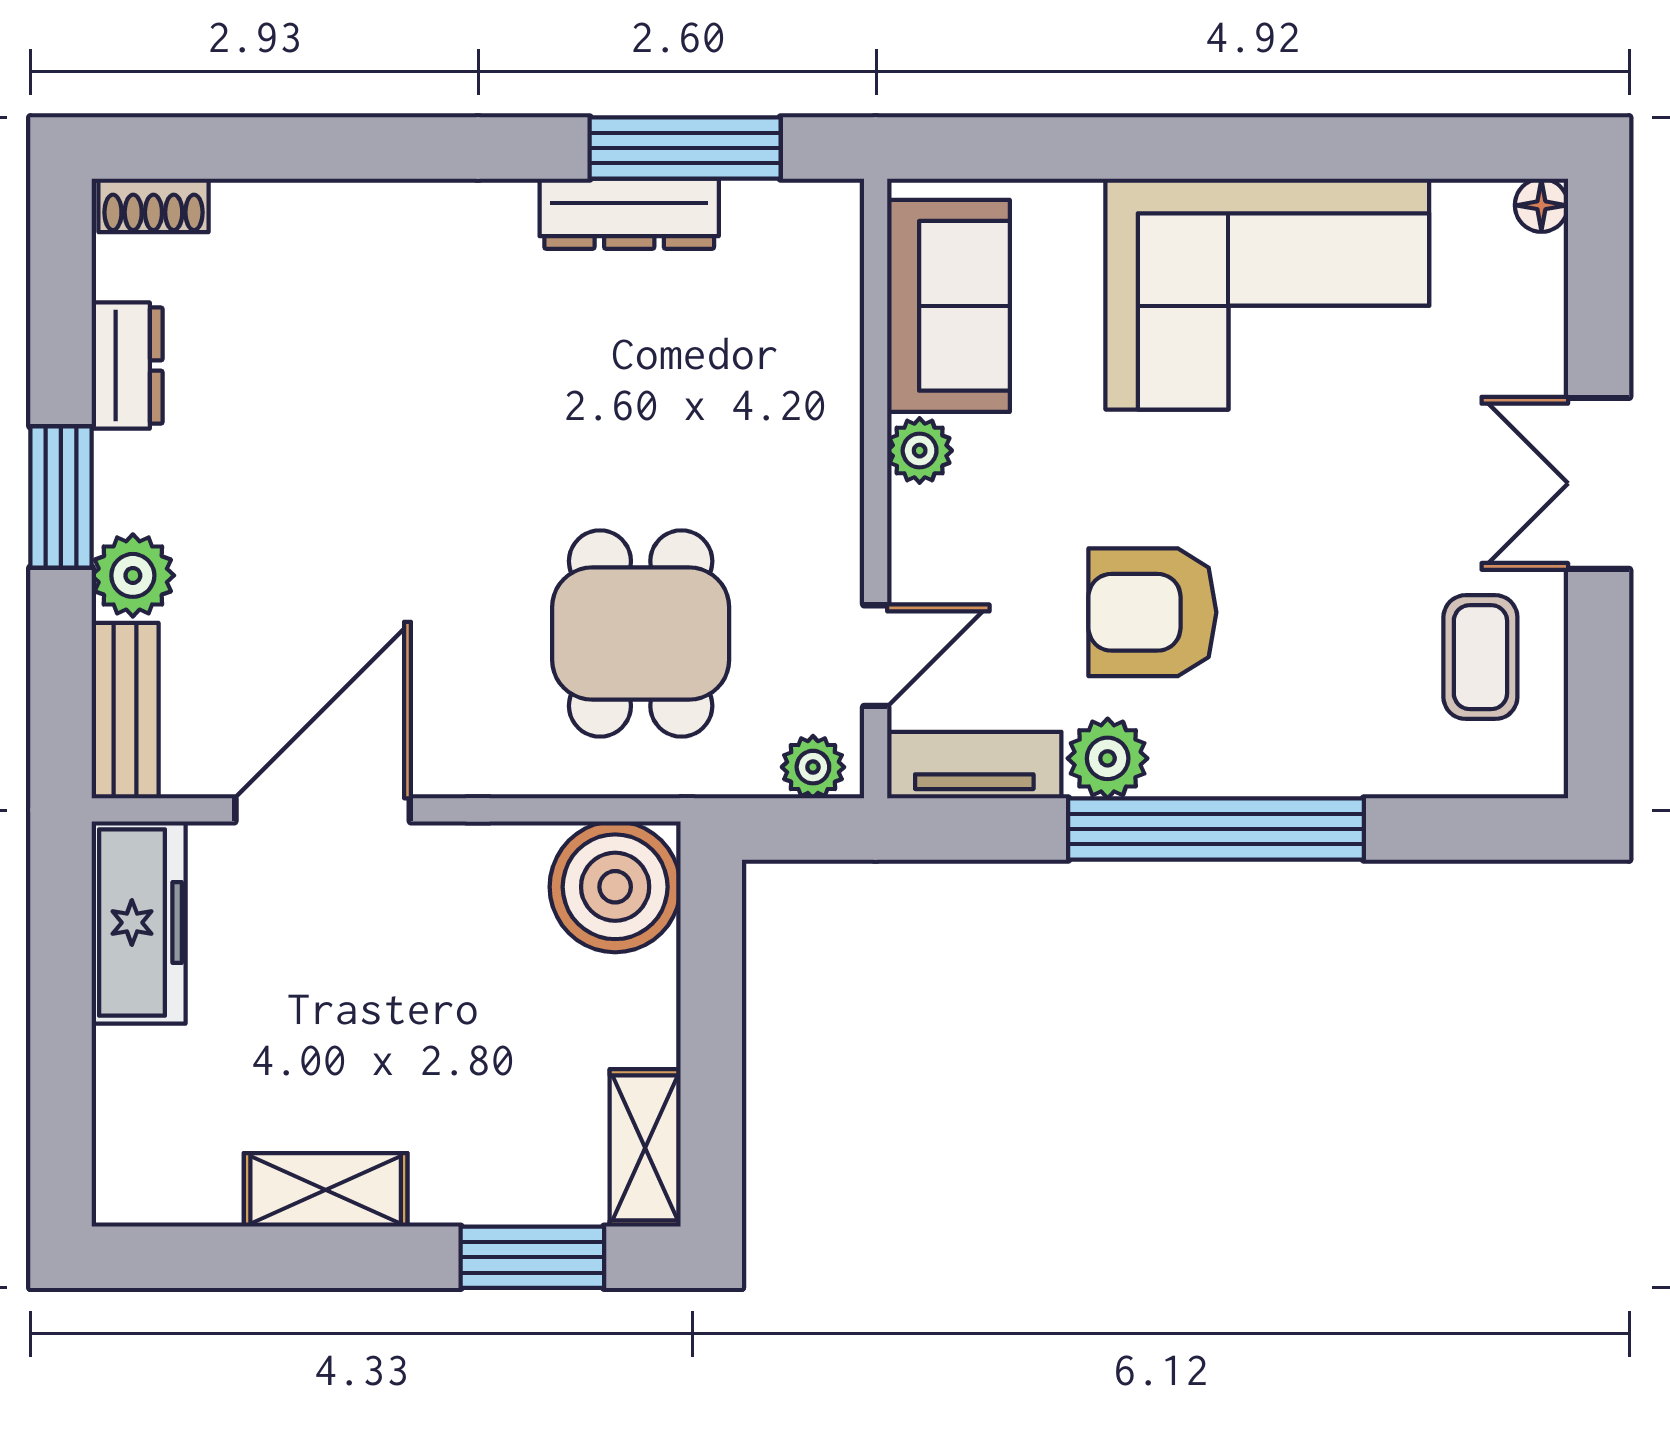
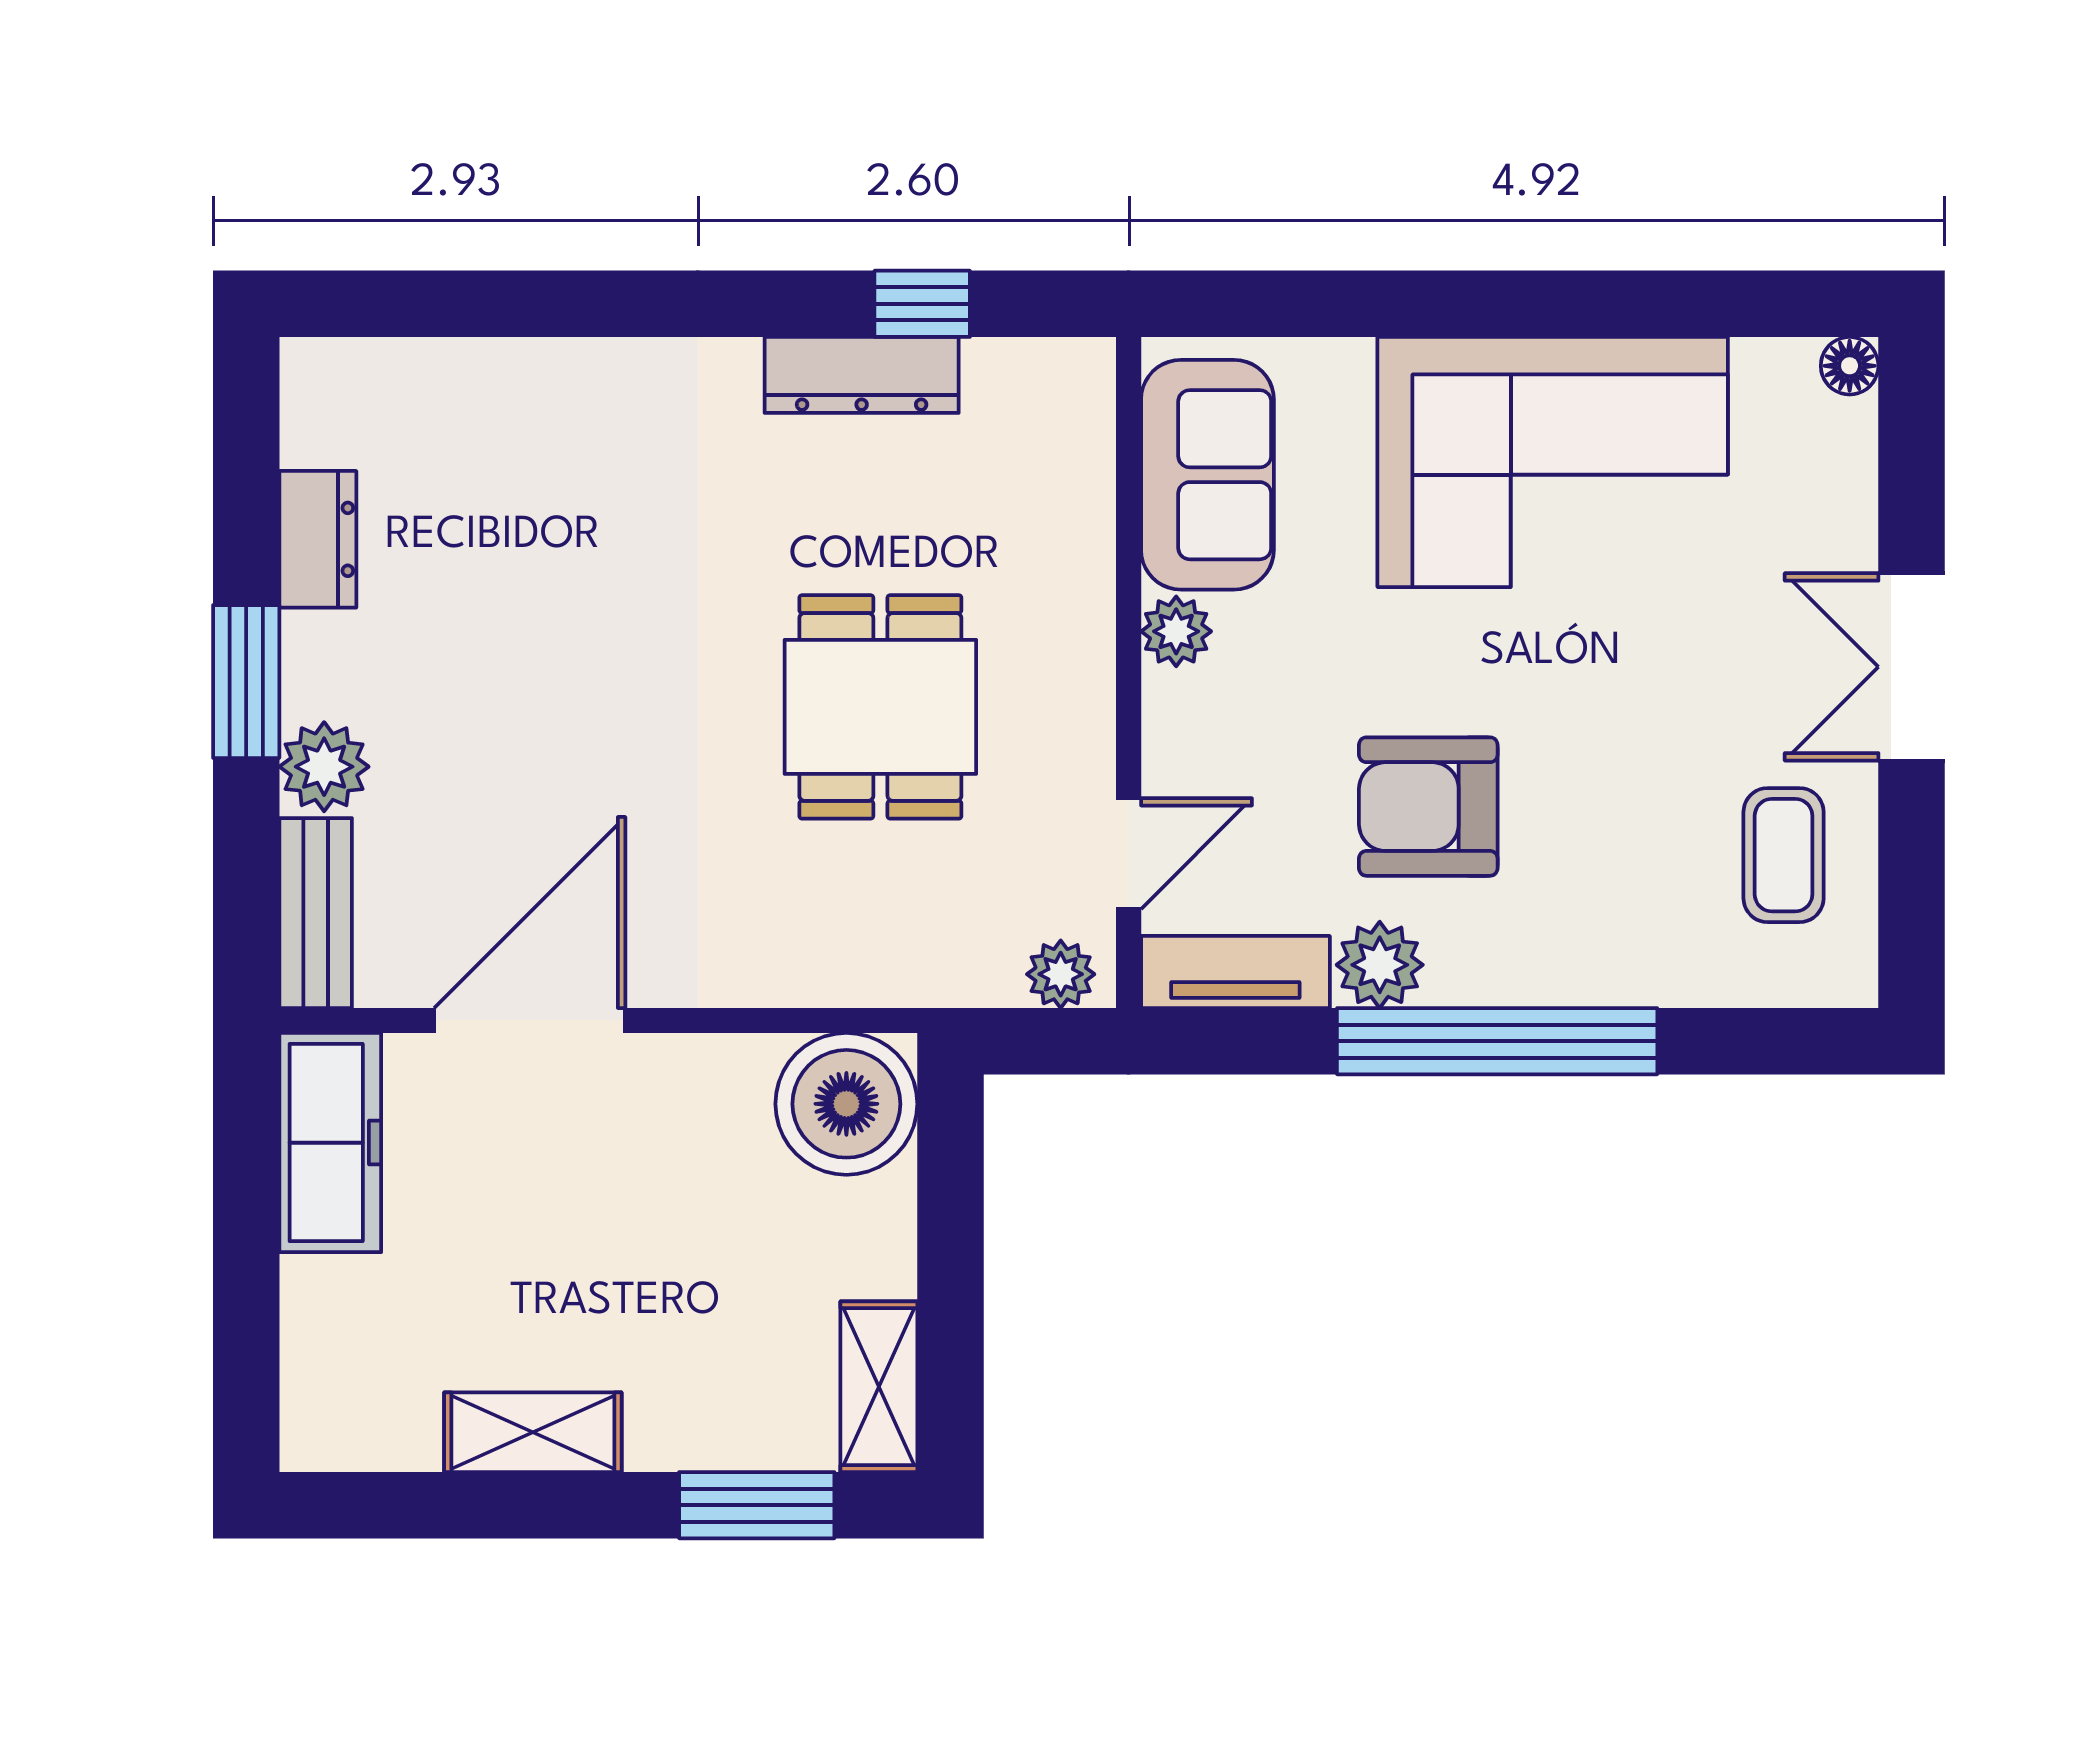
window: (685, 148) -> (922, 304), width x0.46
shoe rack: (153, 205) -> (346, 366), removed
dining table: (641, 633) -> (880, 707), moved

